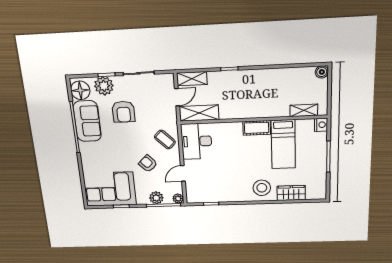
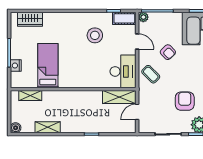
shelving: (192, 79) -> (48, 127), moved
nightstand: (321, 125) -> (16, 66), moved
cot: (257, 128) -> (124, 18), moved
door: (183, 174) -> (137, 41), hinge flipped
stool: (262, 188) -> (95, 35), moved
wardrobe: (291, 193) -> (30, 19), moved
plant: (156, 198) -> (163, 18), removed

